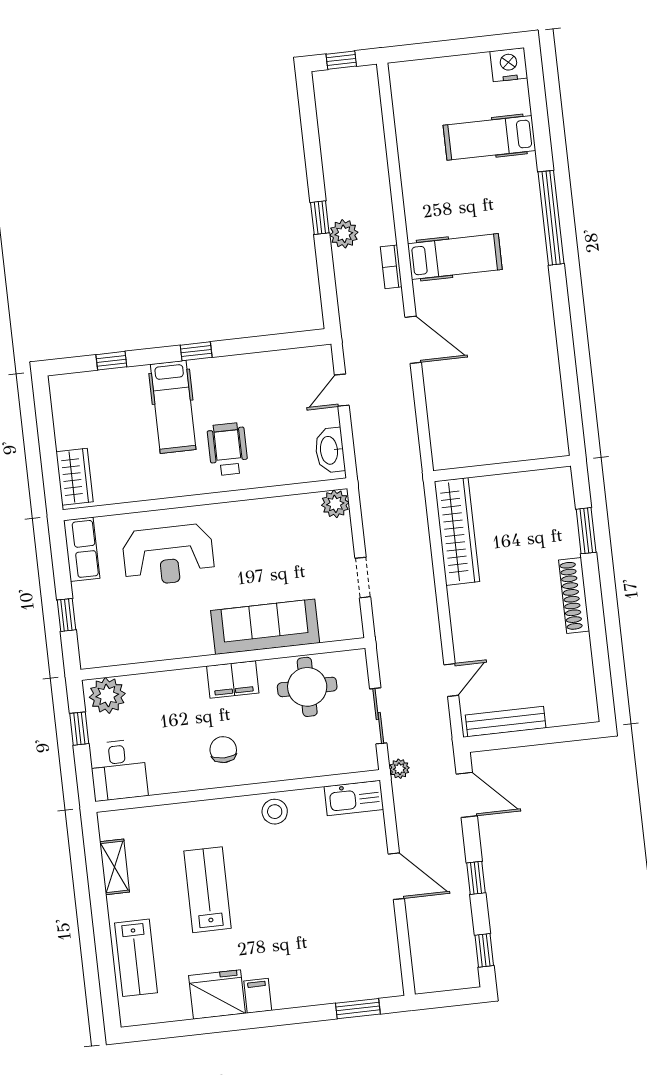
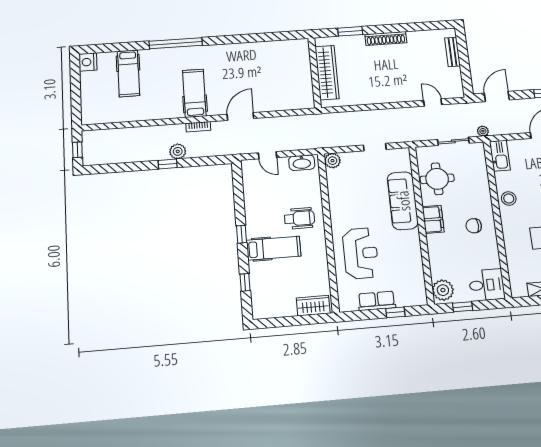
wheelchair: (228, 449) -> (299, 218), turned 180
wardrobe: (457, 531) -> (327, 72), moved, turned 90
row of seats: (82, 549) -> (377, 301), moved
bench: (506, 722) -> (453, 52), moved, width x0.73

